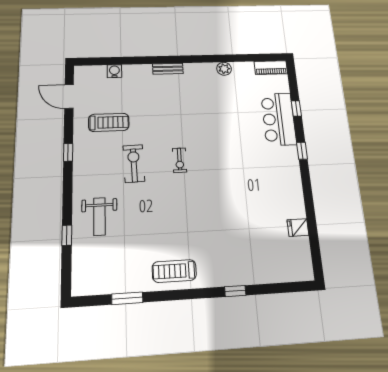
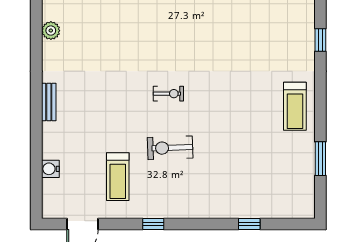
treadmill: (109, 122) -> (118, 177), turned 180
weight bench: (99, 216) -> (230, 188), removed

